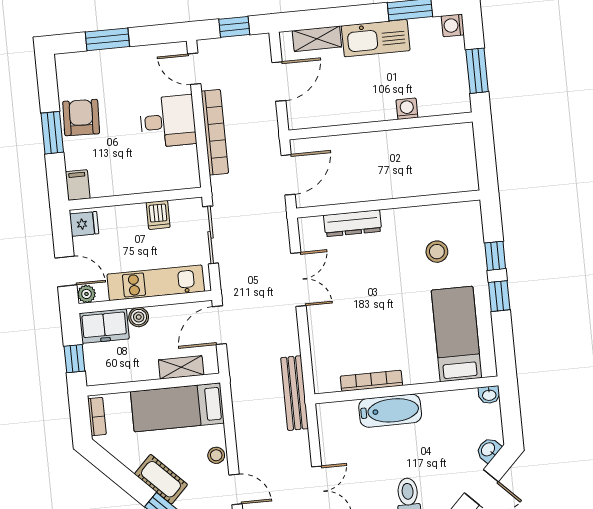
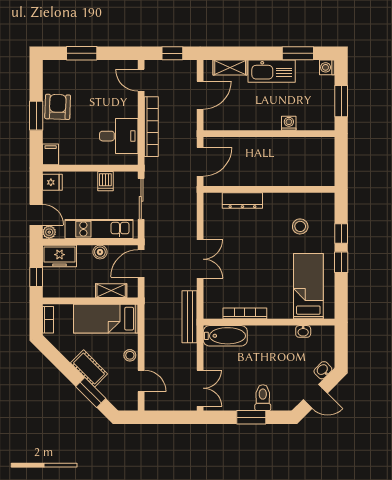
desk: (168, 121) -> (119, 136), moved
double door: (298, 279) -> (200, 259), moved
boiler: (139, 317) -> (100, 252), moved
washbasin: (489, 395) -> (303, 331), moved
bathtub: (390, 411) -> (225, 336), moved

